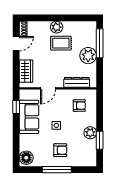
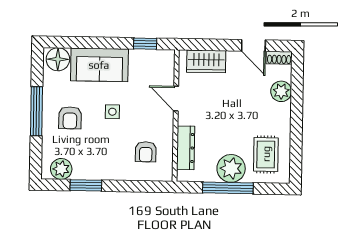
plant: (57, 27) -> (281, 91), moved
rug: (61, 43) -> (266, 154), moved
window: (100, 43) -> (228, 188), moved
sofa: (29, 117) -> (99, 65), moved
plant: (90, 133) -> (61, 169), moved

